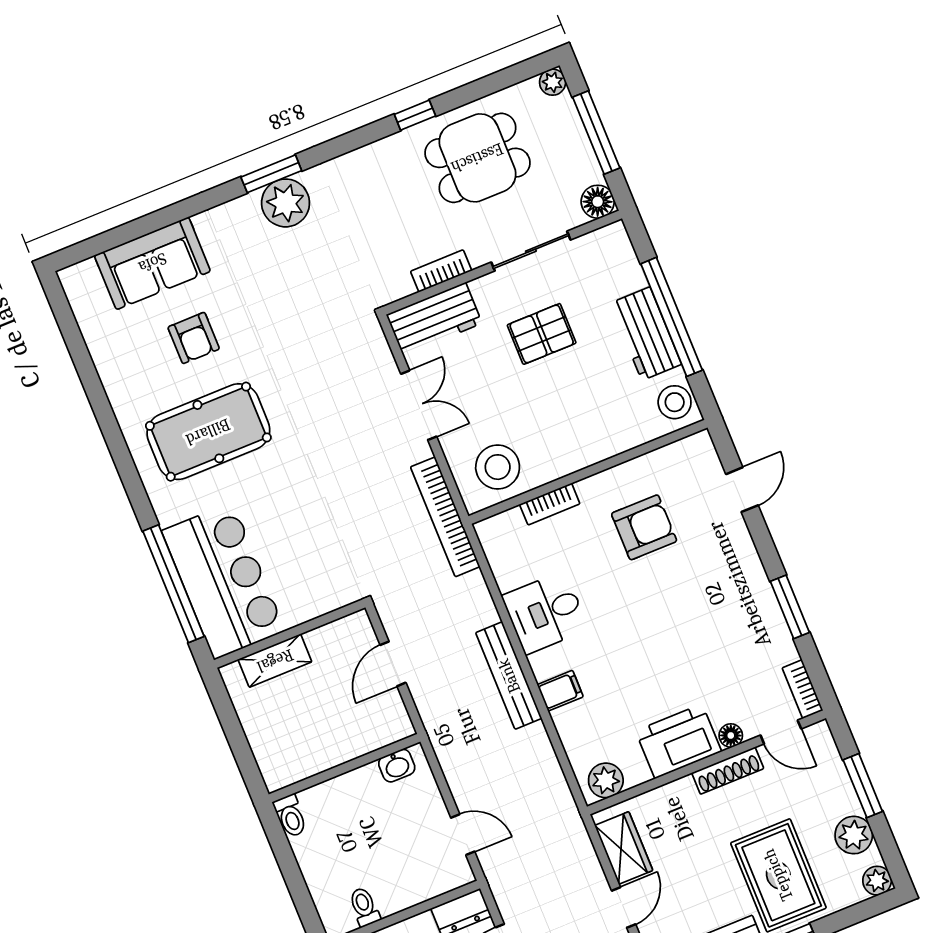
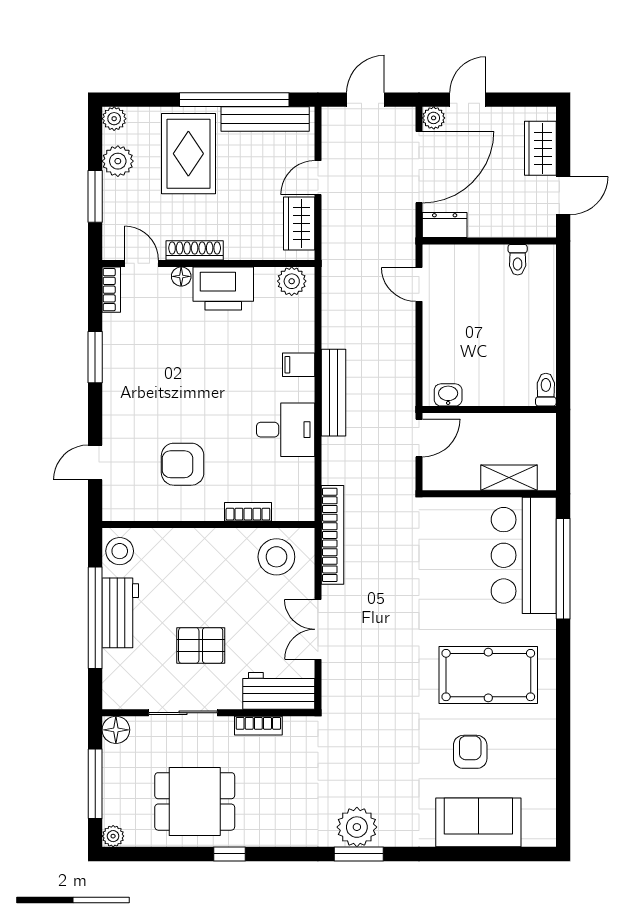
washbasin: (397, 766) -> (448, 395), moved
wall: (344, 768) -> (489, 409), moved
toilet: (290, 816) -> (546, 390), moved

